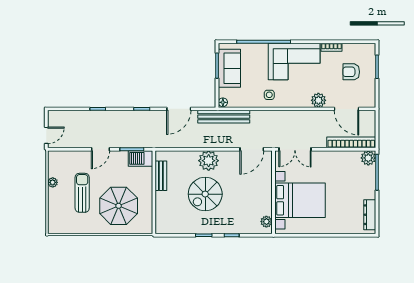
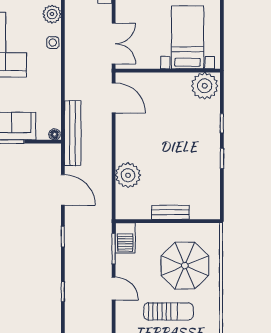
side table: (269, 95) -> (53, 43), moved
plant: (209, 161) -> (128, 175), moved
bench: (161, 176) -> (171, 212), moved
sun lounger: (82, 193) -> (168, 311), turned 180
spiral stairs: (205, 194) -> (170, 157), removed
bed with nightstands: (300, 200) -> (187, 37), width x0.73
plant: (266, 222) -> (205, 86), width x1.87, depth x1.87

